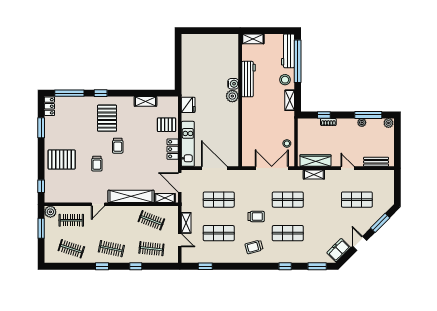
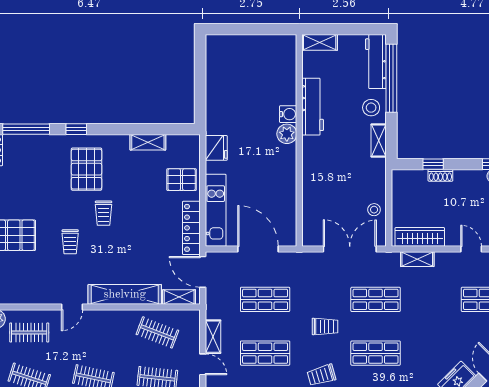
locker: (173, 149) -> (191, 228), width x1.53

